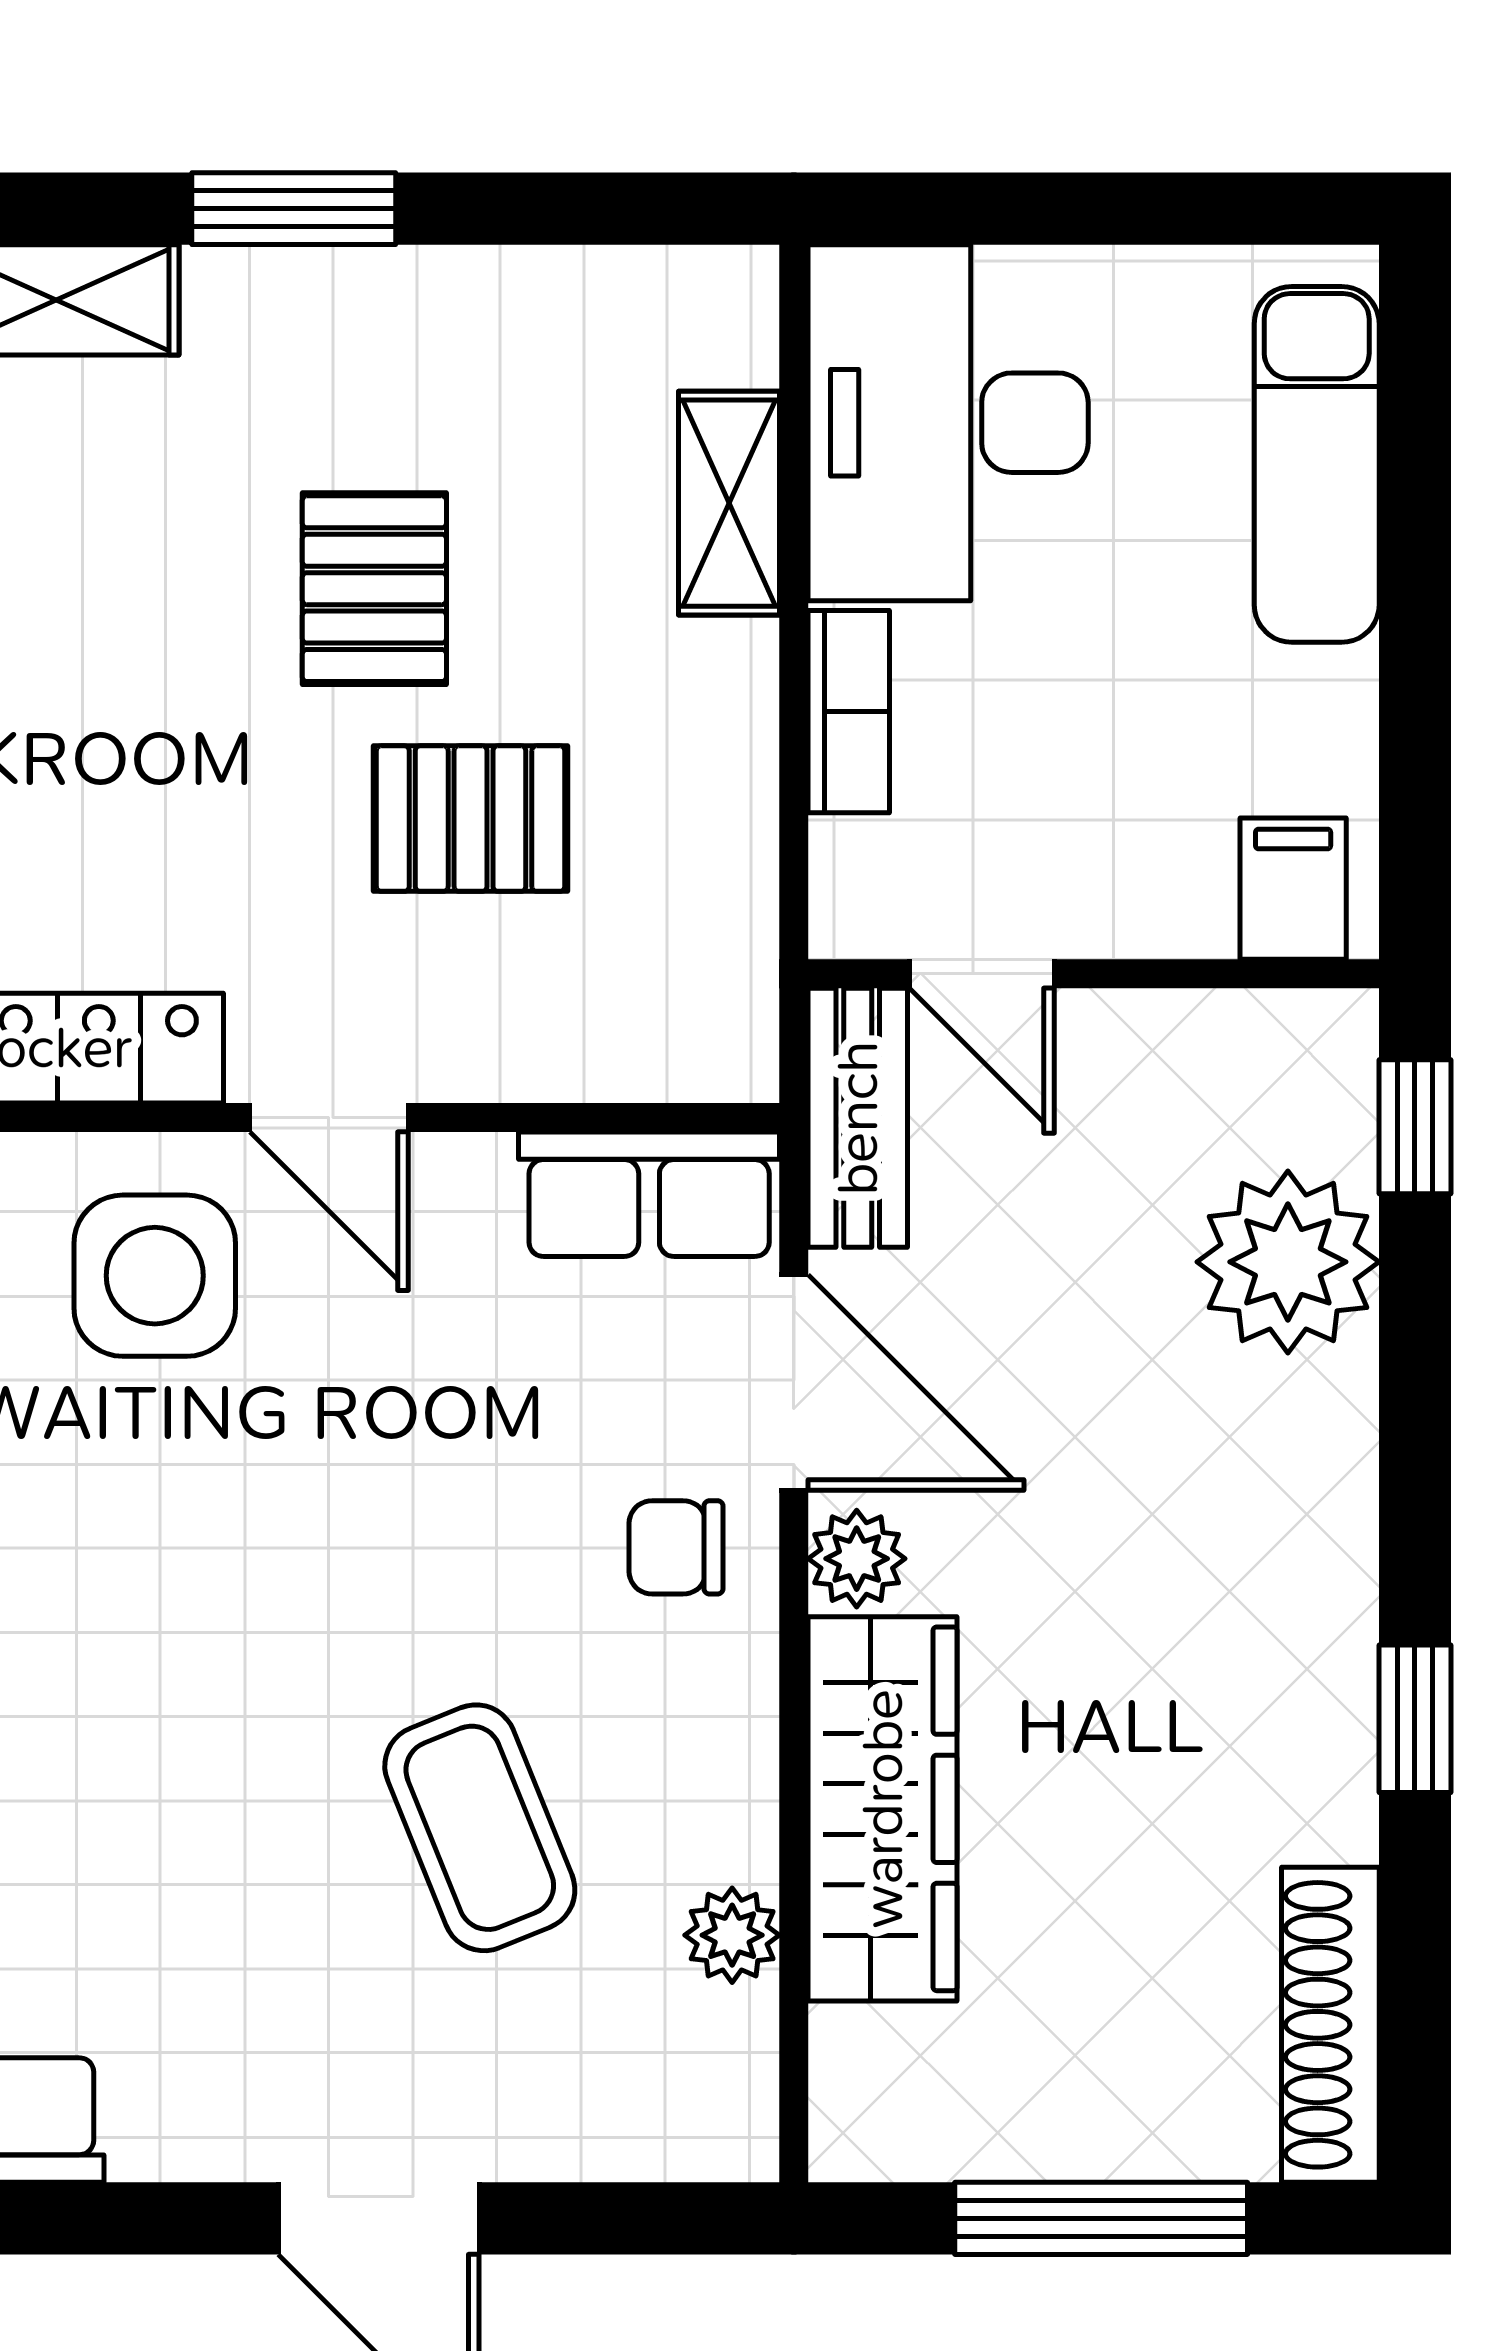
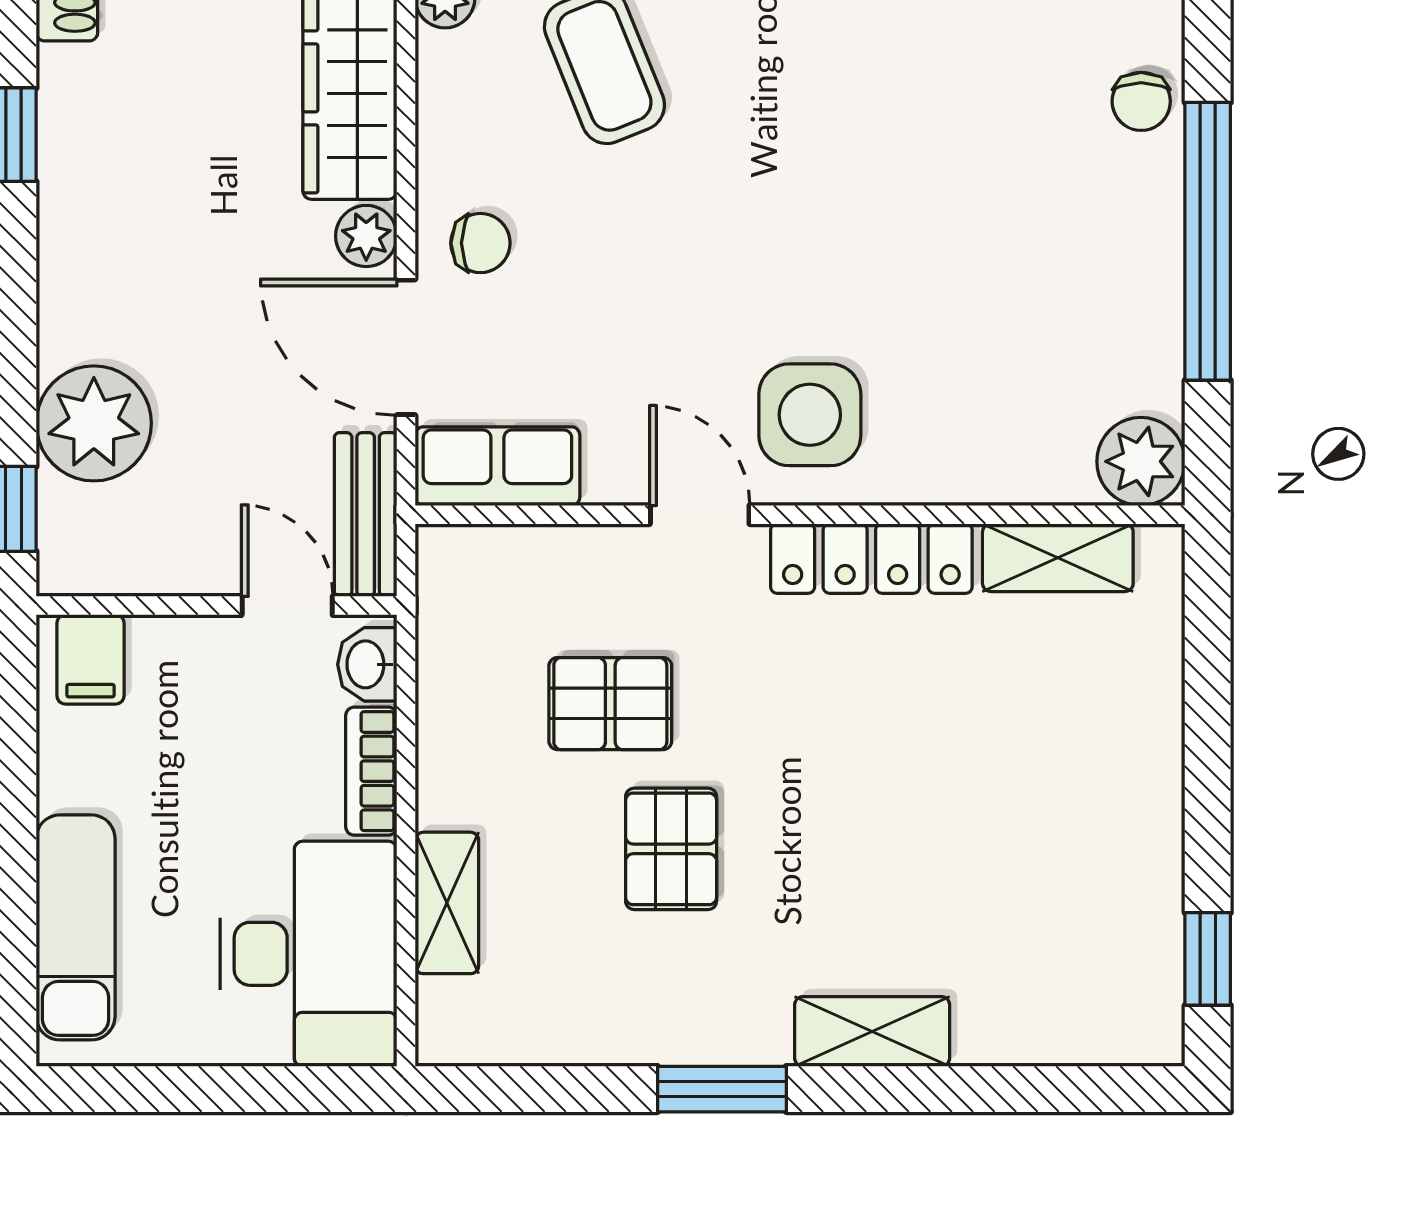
washbasin: (855, 881) -> (367, 664), added

